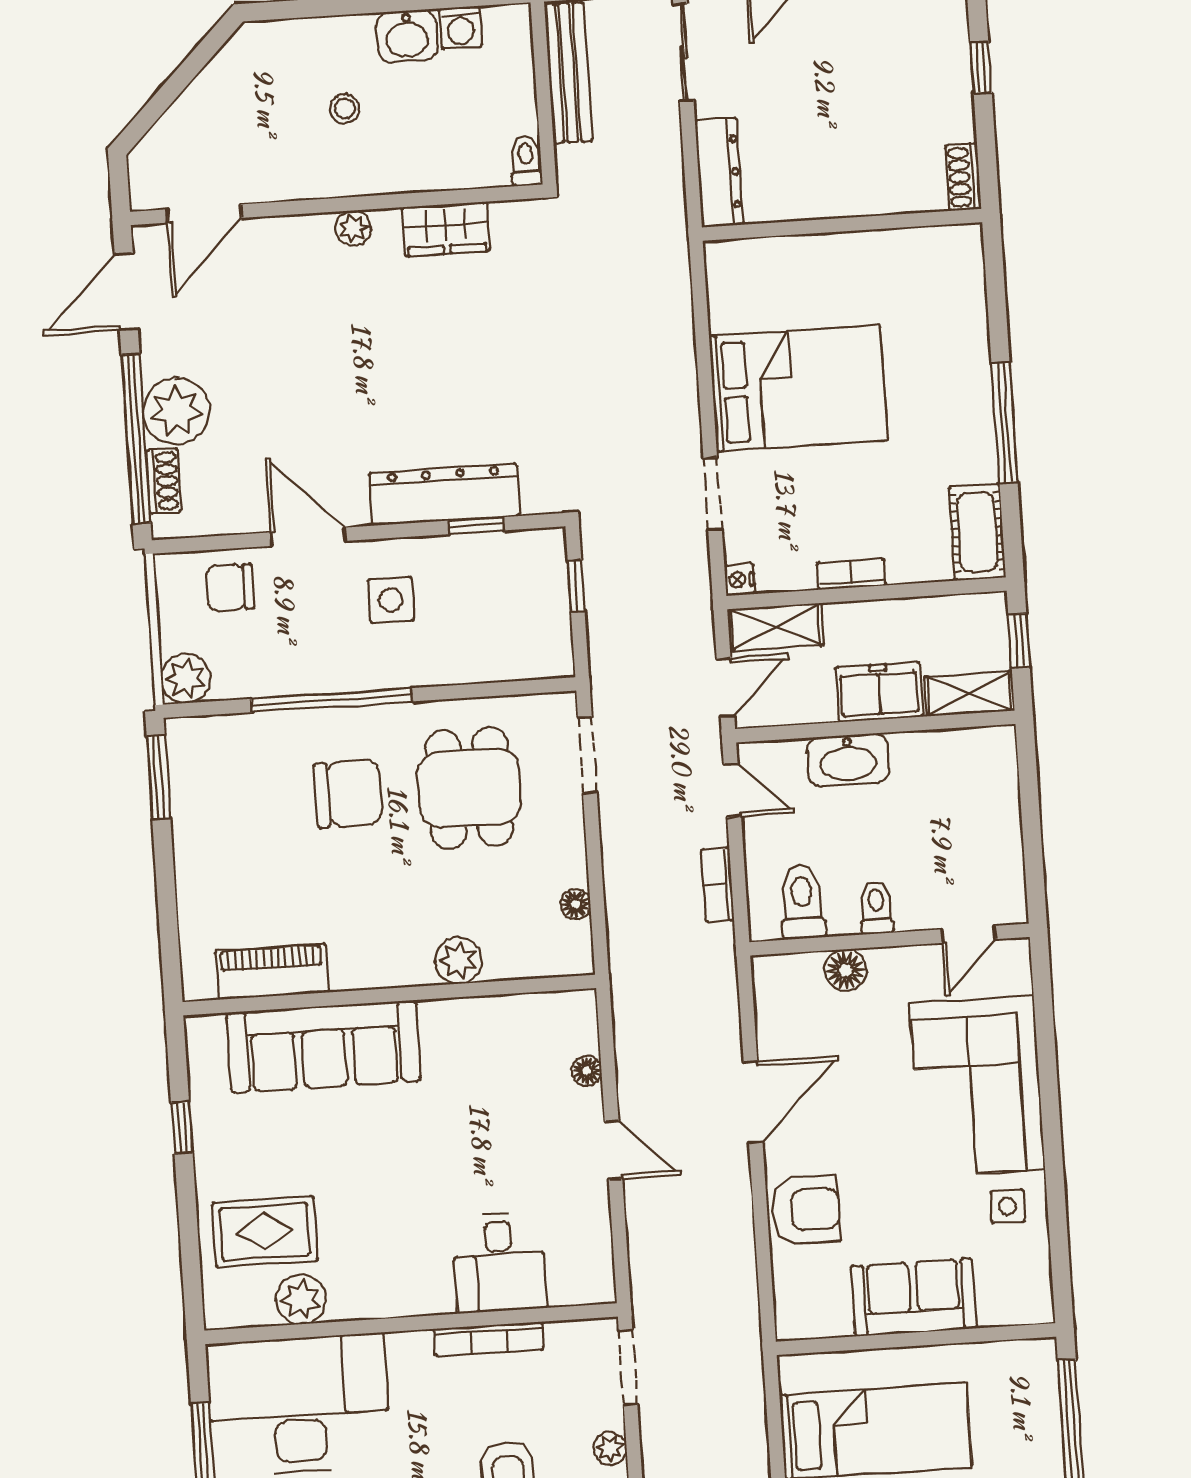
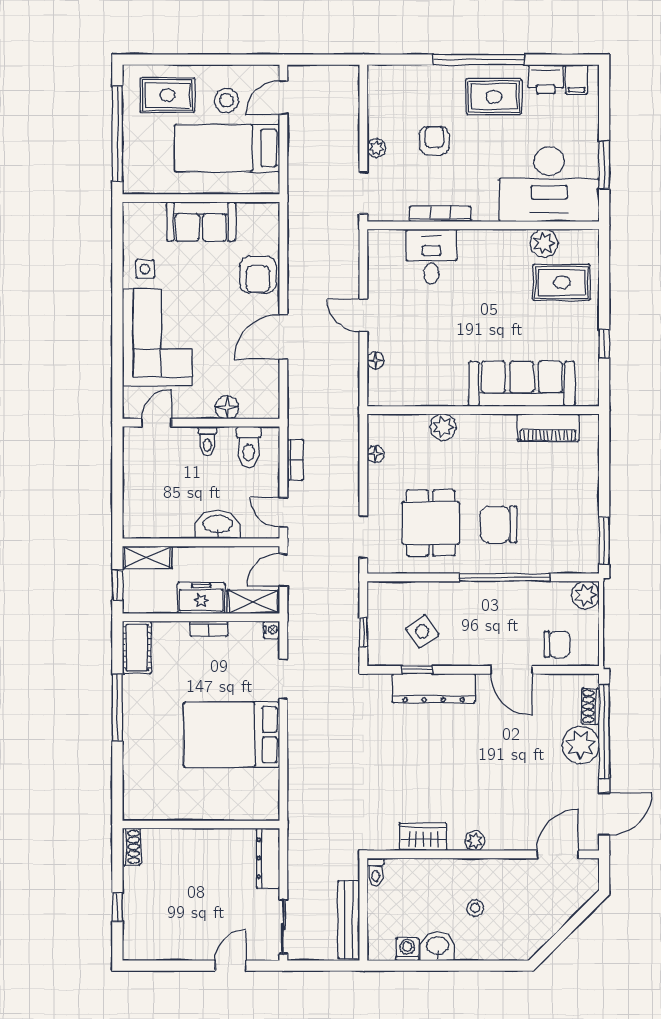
side table: (391, 600) -> (422, 631), moved, turned -36
freezer: (879, 692) -> (201, 598), moved, turned 180
armchair: (806, 1210) -> (258, 274), turned -90

